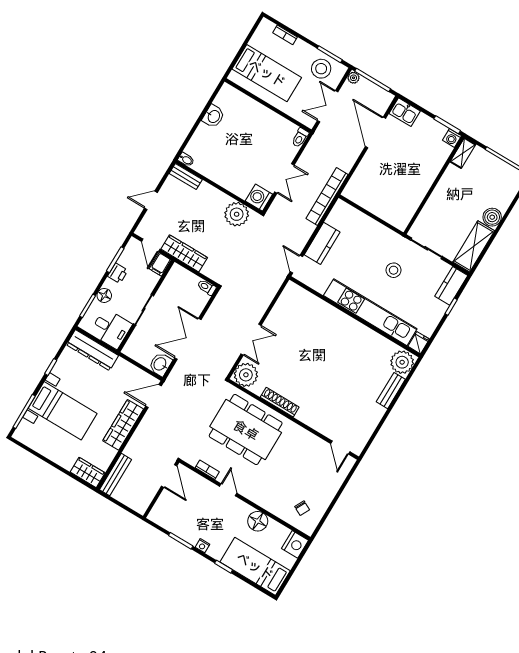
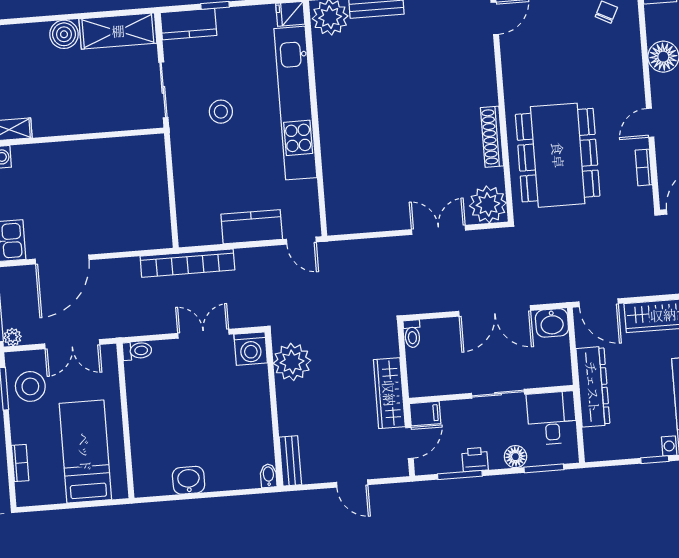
door: (296, 264) -> (301, 241), hinge flipped
dresser: (92, 350) -> (593, 387), moved

